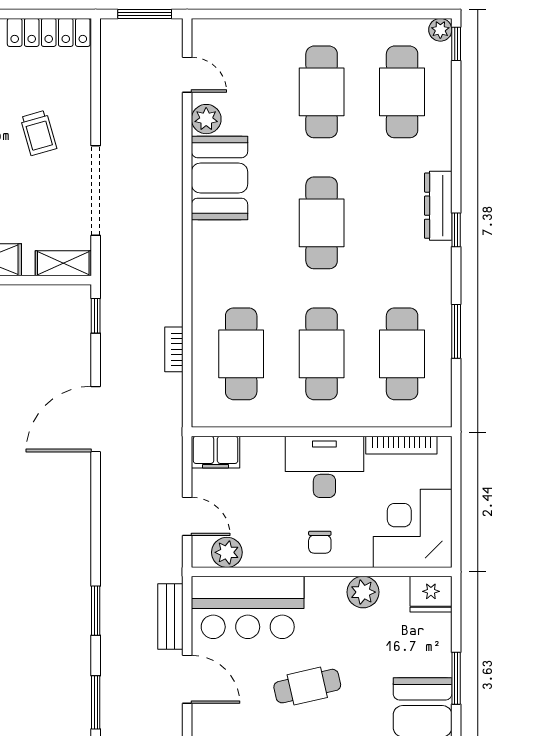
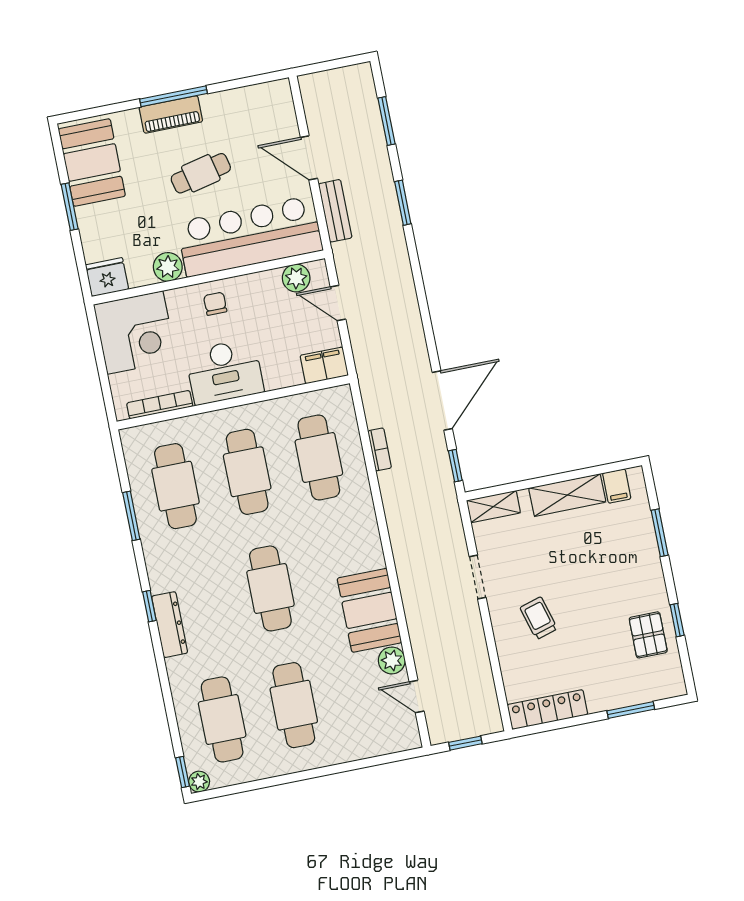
window: (145, 14) -> (465, 743), width x0.67
doorway: (96, 191) -> (478, 577), width x0.53
door: (96, 419) -> (442, 401), moved
bar counter: (248, 607) -> (250, 236), width x1.36

